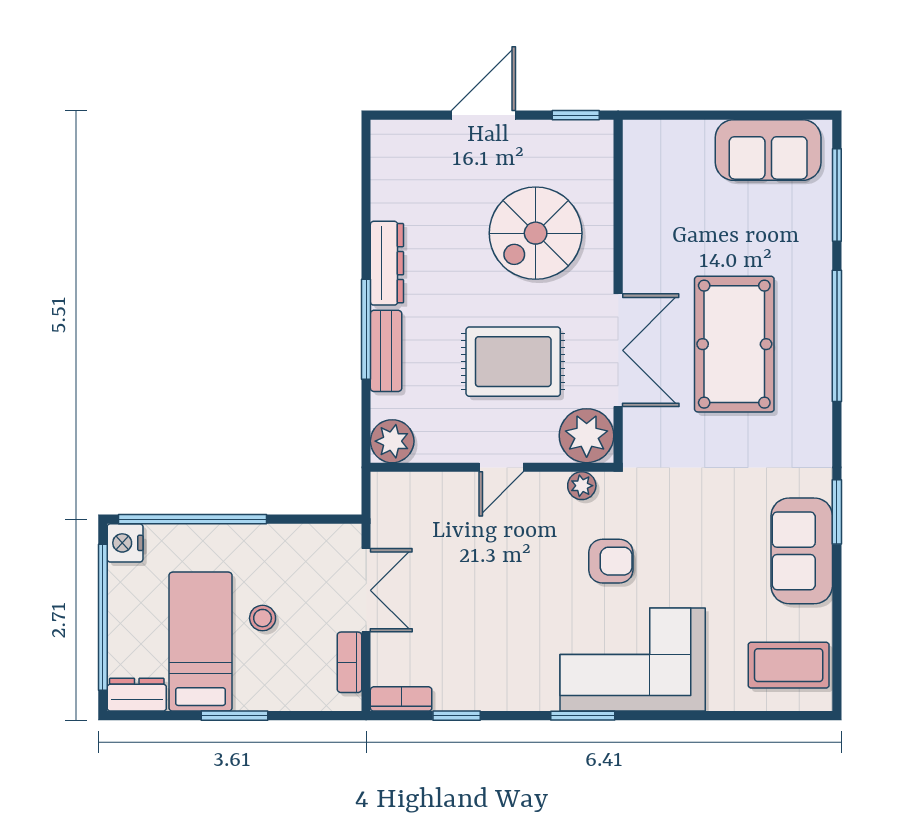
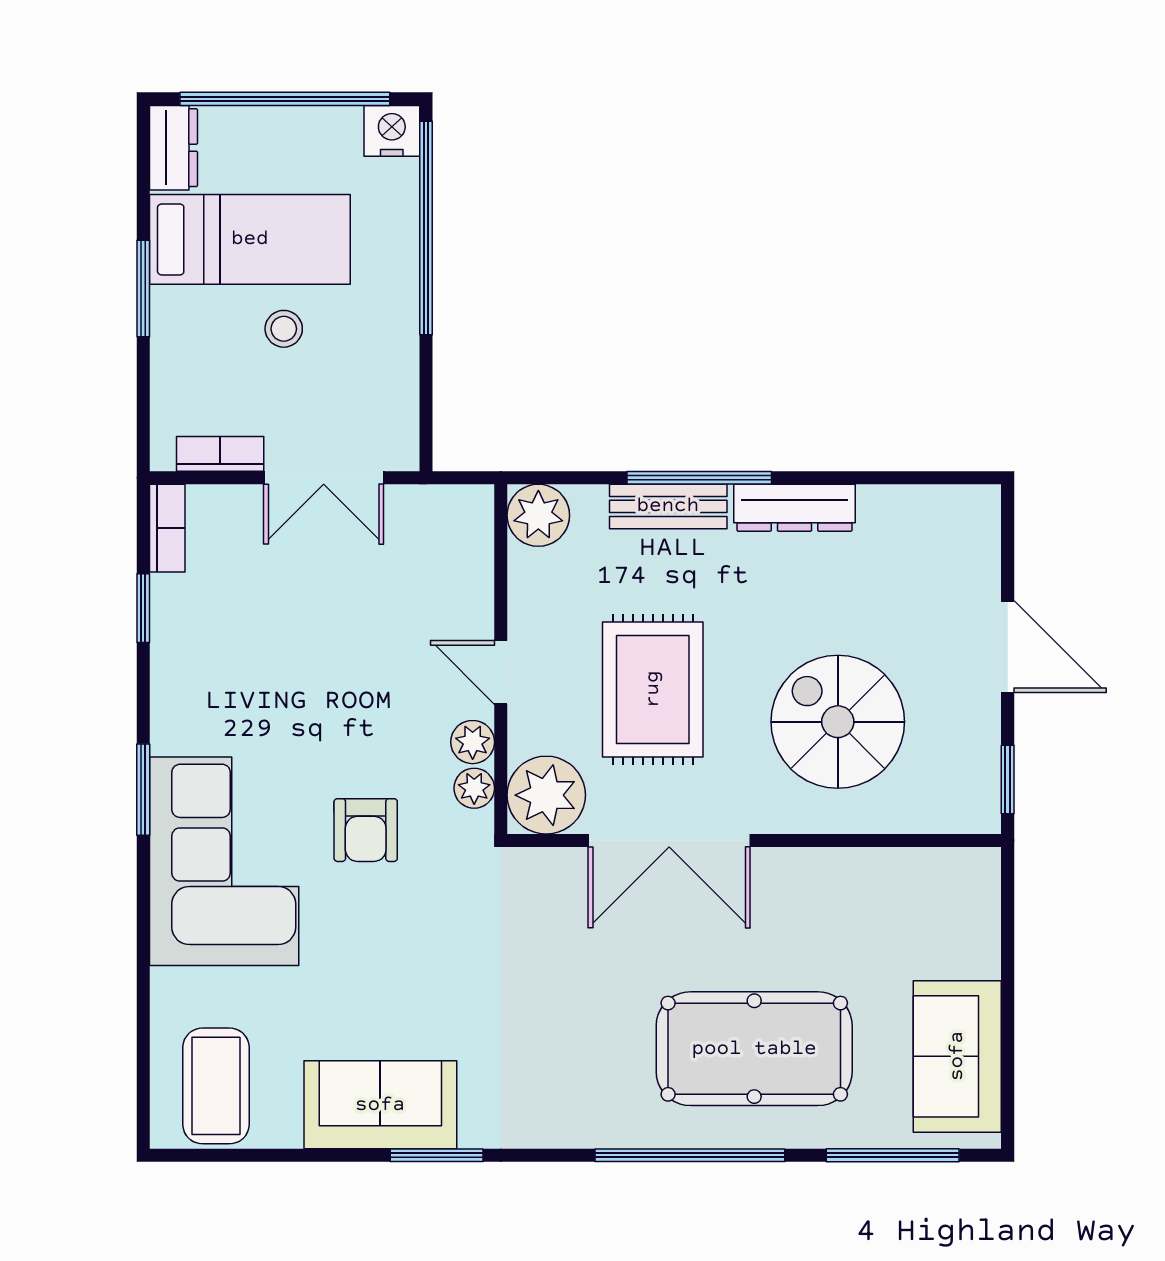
pool table: (734, 344) -> (754, 1049), moved
plant: (550, 487) -> (473, 742), added

